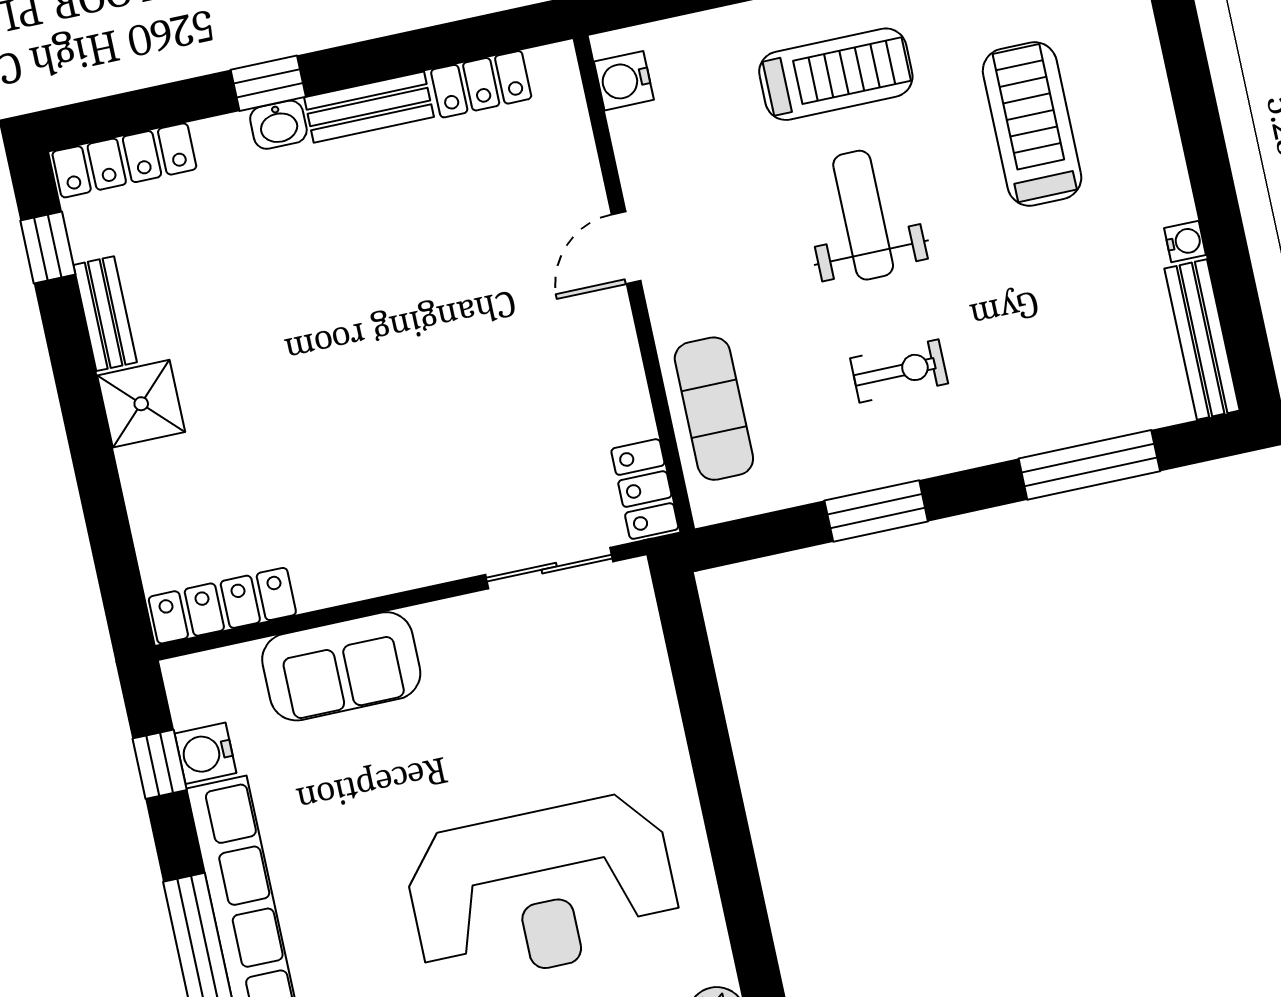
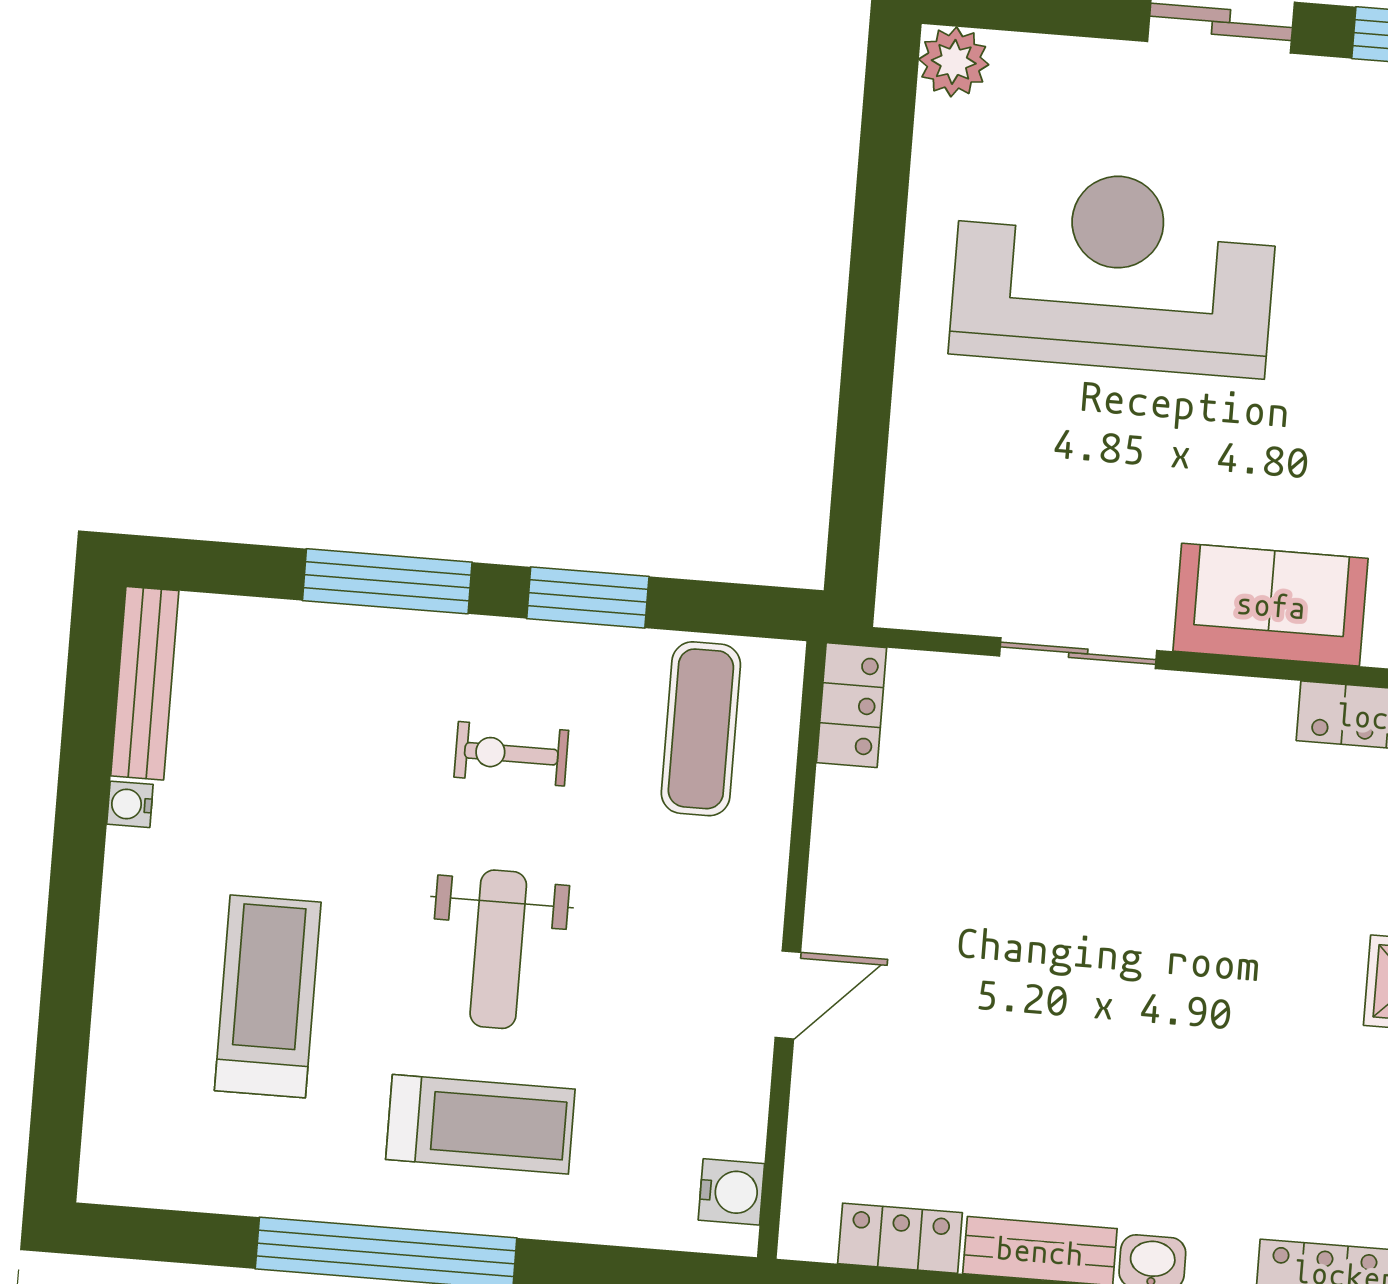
treadmill: (836, 74) -> (480, 1124), turned 180
treadmill: (1032, 124) -> (268, 996), turned 180
exercise mat: (714, 409) -> (701, 729), moved
window: (1089, 465) -> (387, 581), moved
sliding door: (549, 568) -> (1078, 653), moved

